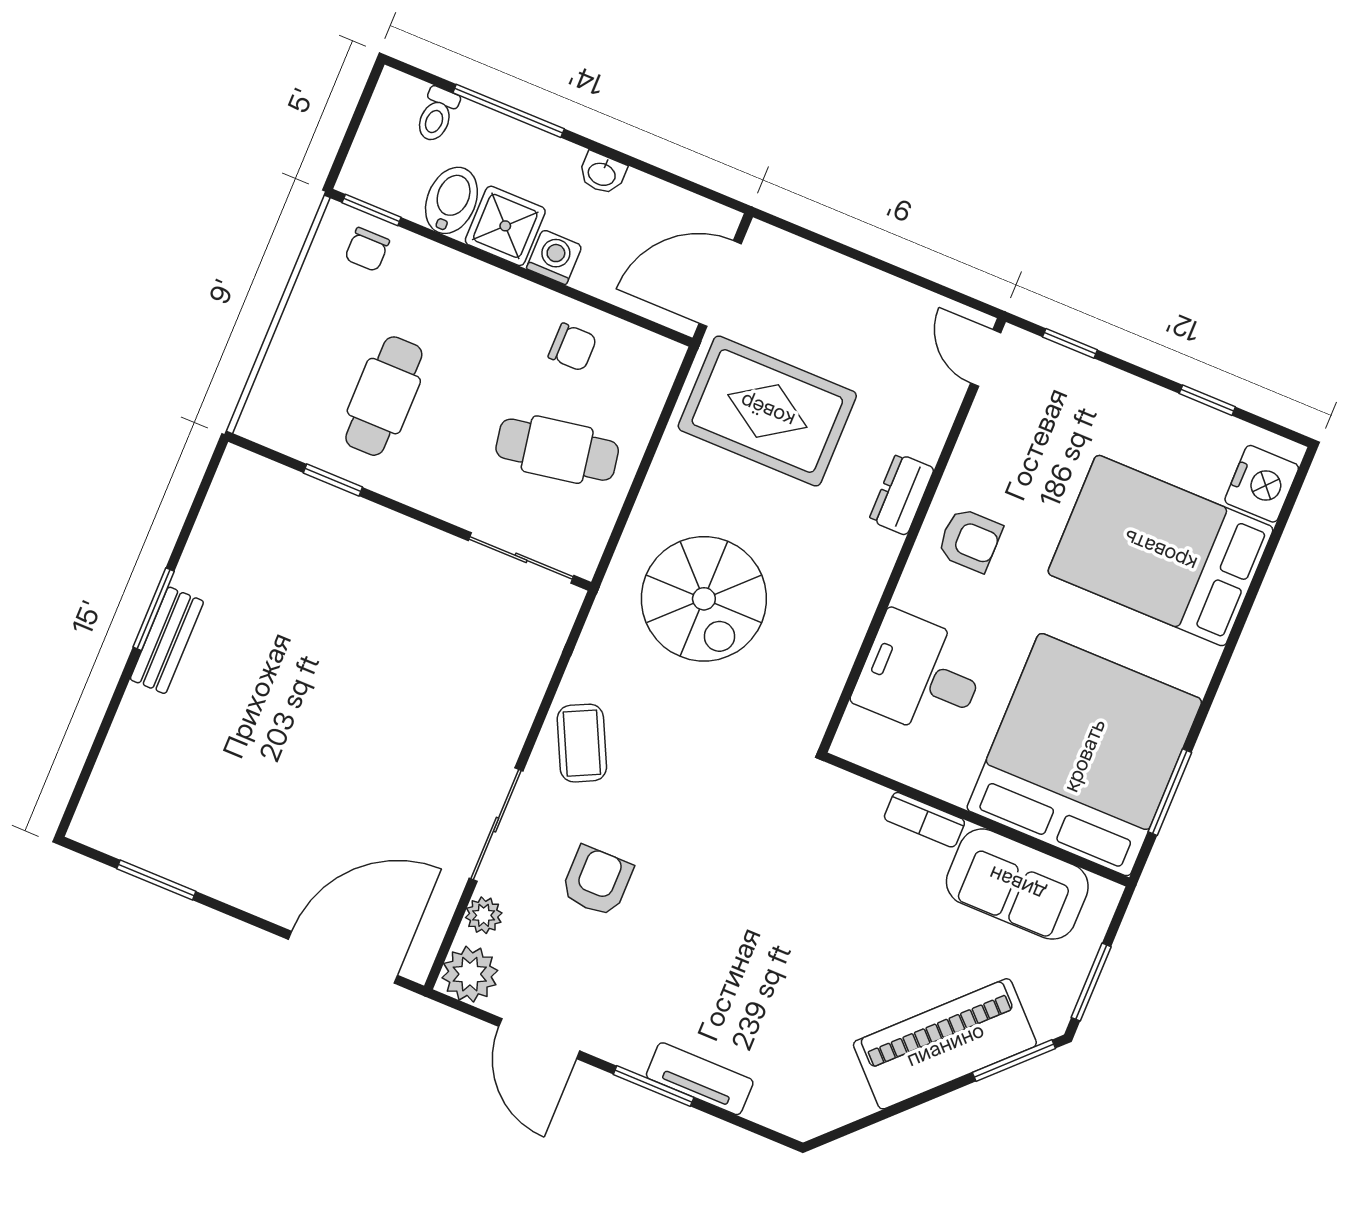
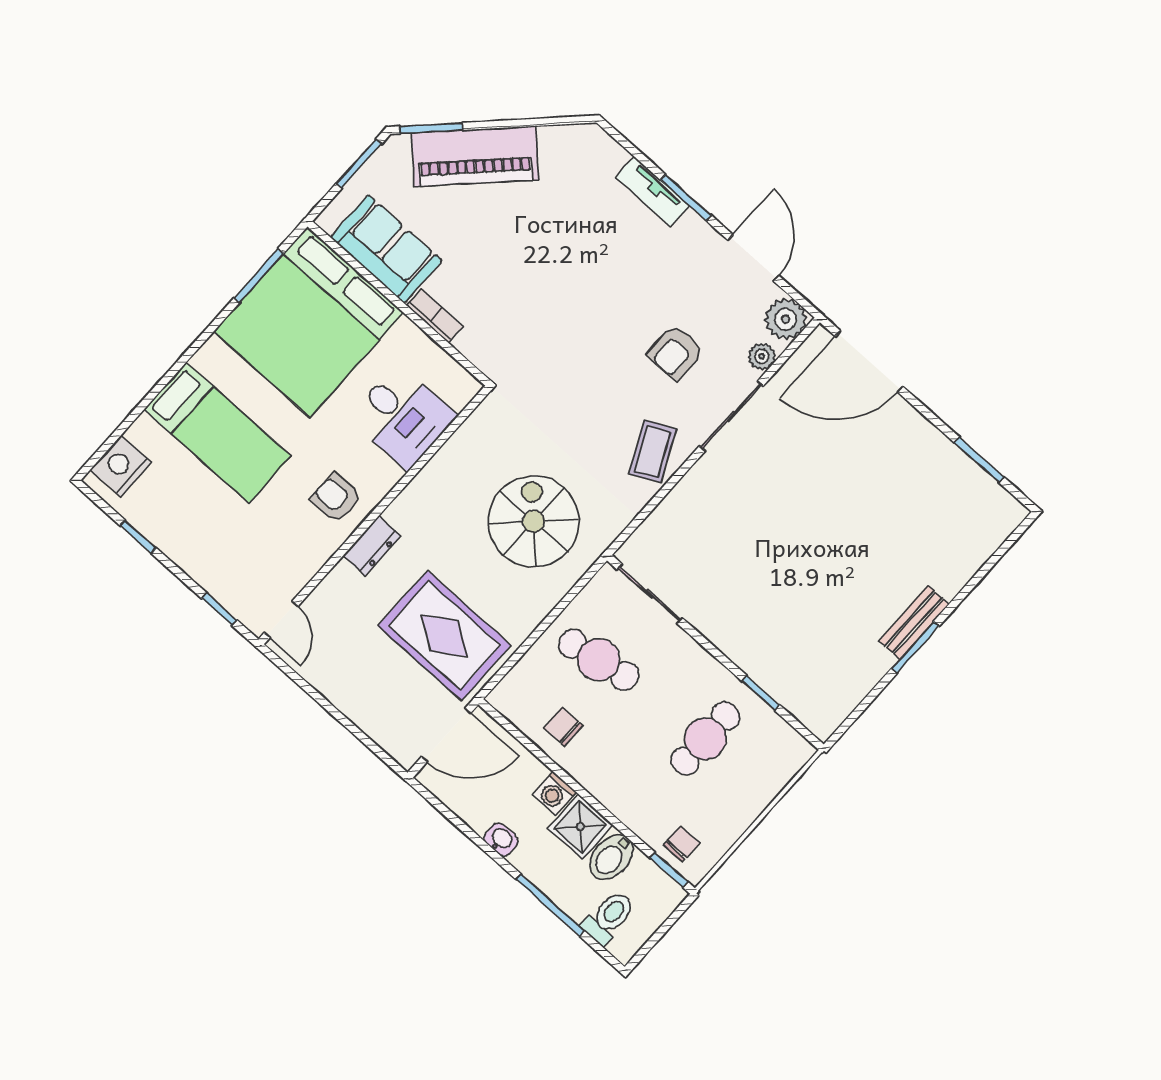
toilet: (437, 115) -> (609, 917), width x1.37, depth x1.39
bed: (1160, 551) -> (217, 433), width x0.67

